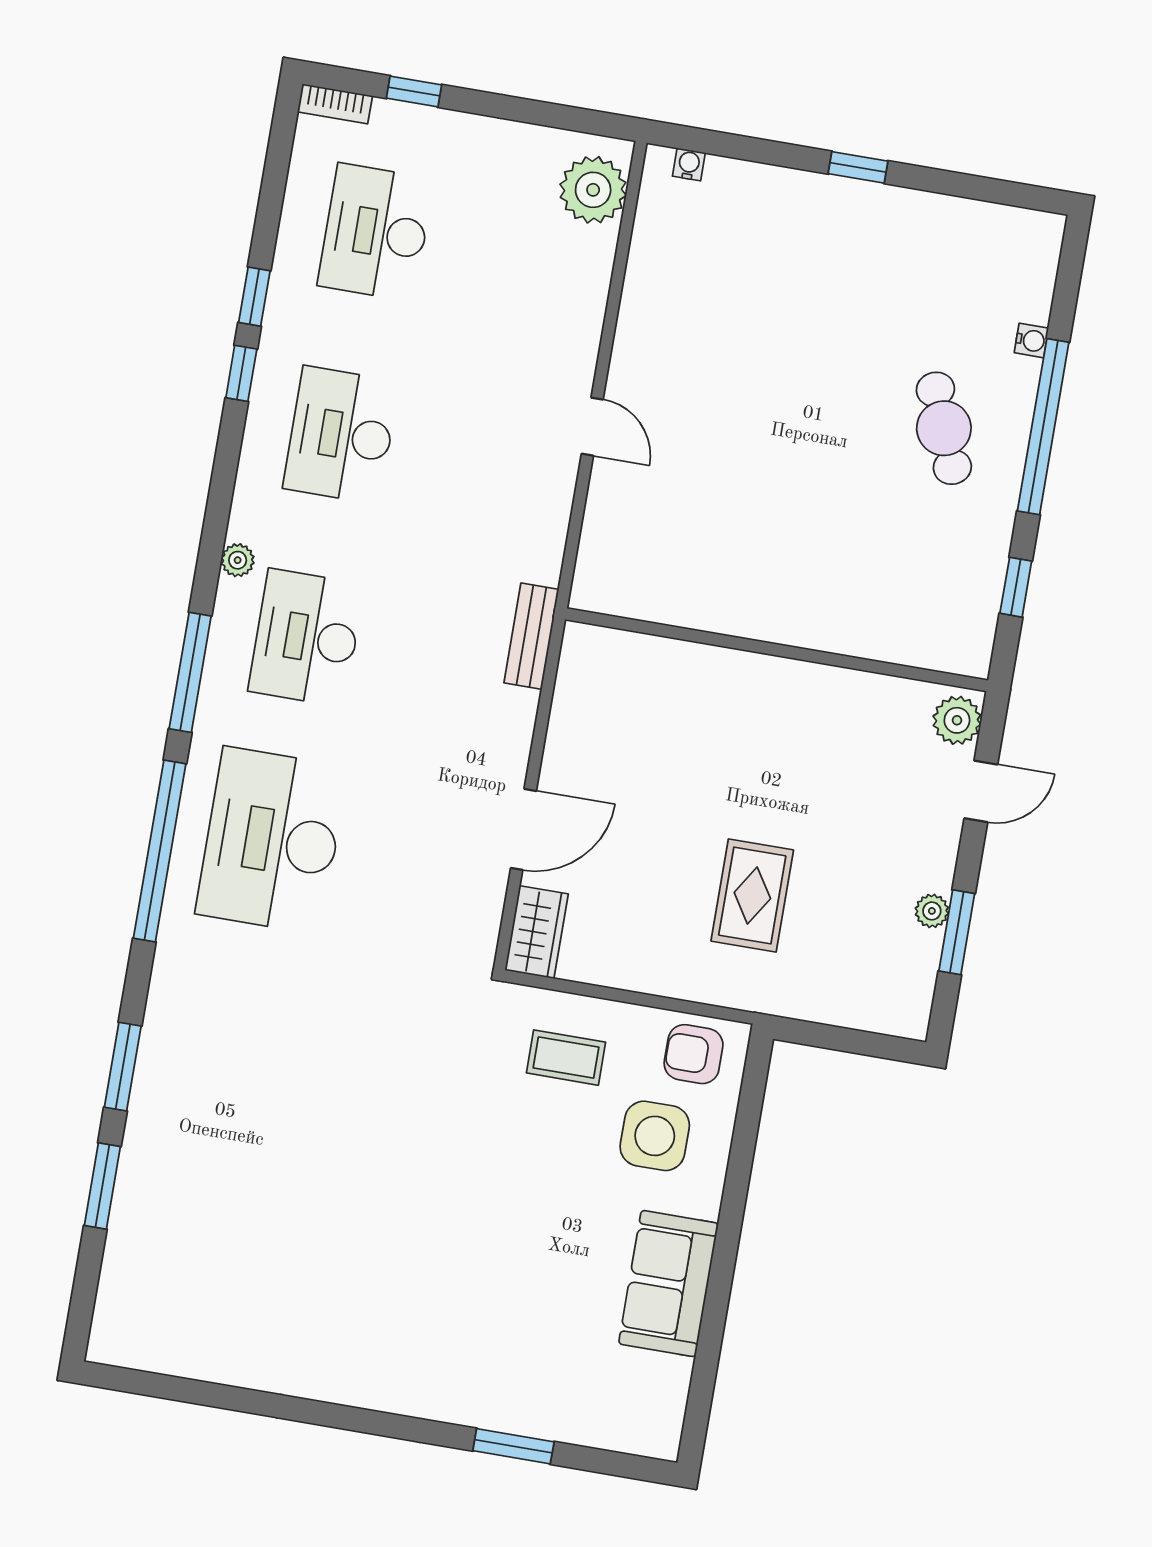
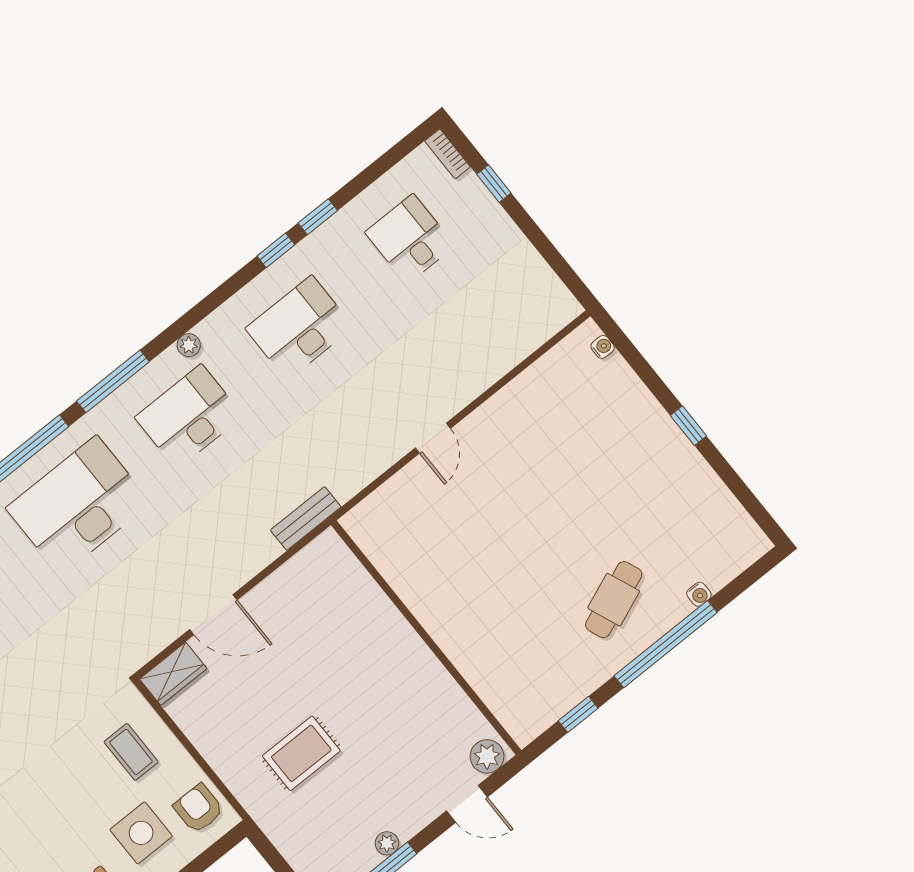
plant: (593, 190) -> (541, 316), removed
desk: (376, 232) -> (410, 239), width x0.73

